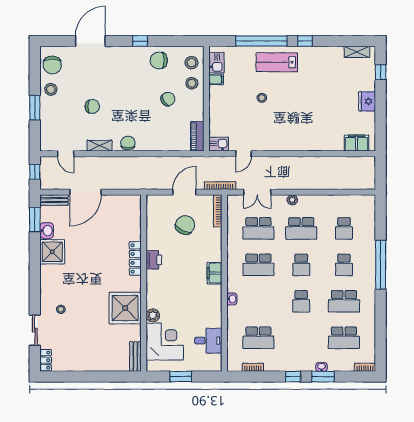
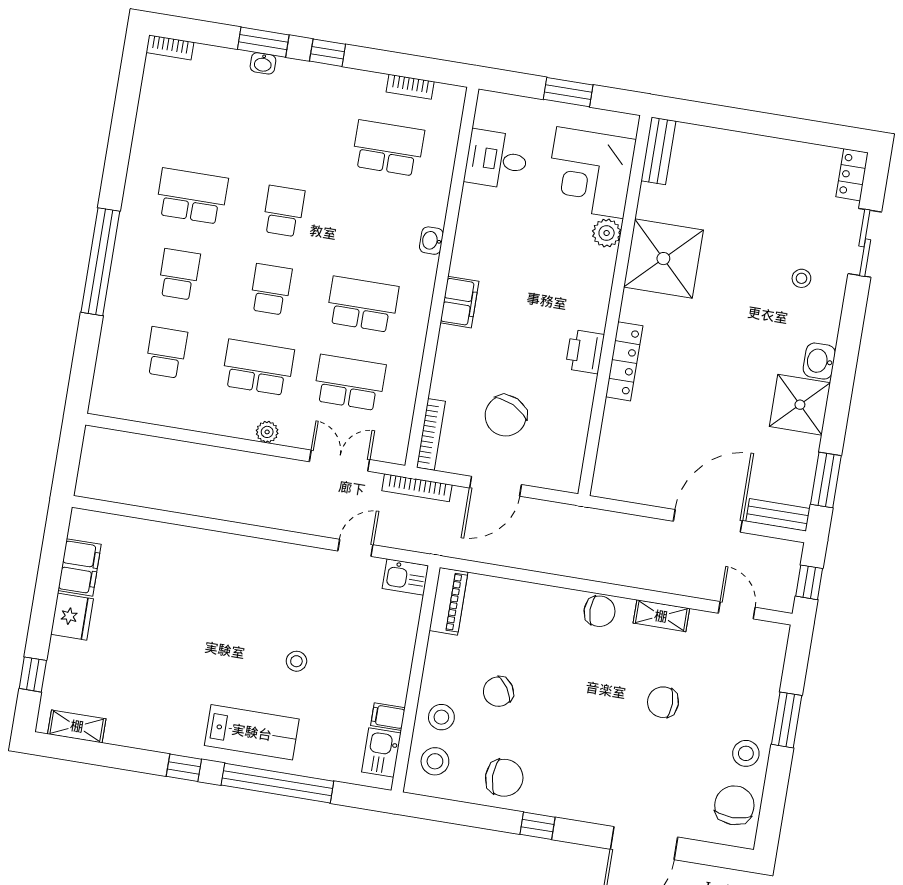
chair: (128, 143) -> (600, 611), turned -90
filing cabinet: (357, 143) -> (79, 567), moved, turned -90
washbasin: (47, 231) -> (819, 361), moved
school desk: (344, 338) -> (205, 118), removed

